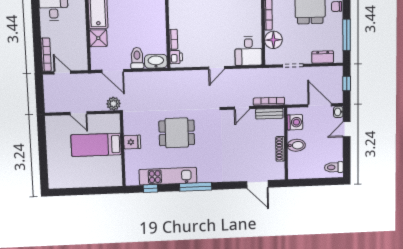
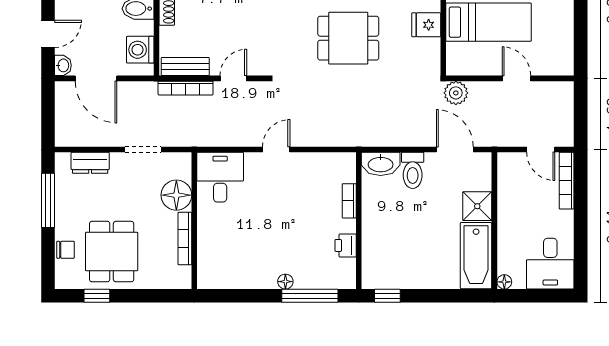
printer: (176, 57) -> (346, 245), moved
window: (347, 83) -> (48, 115), removed

